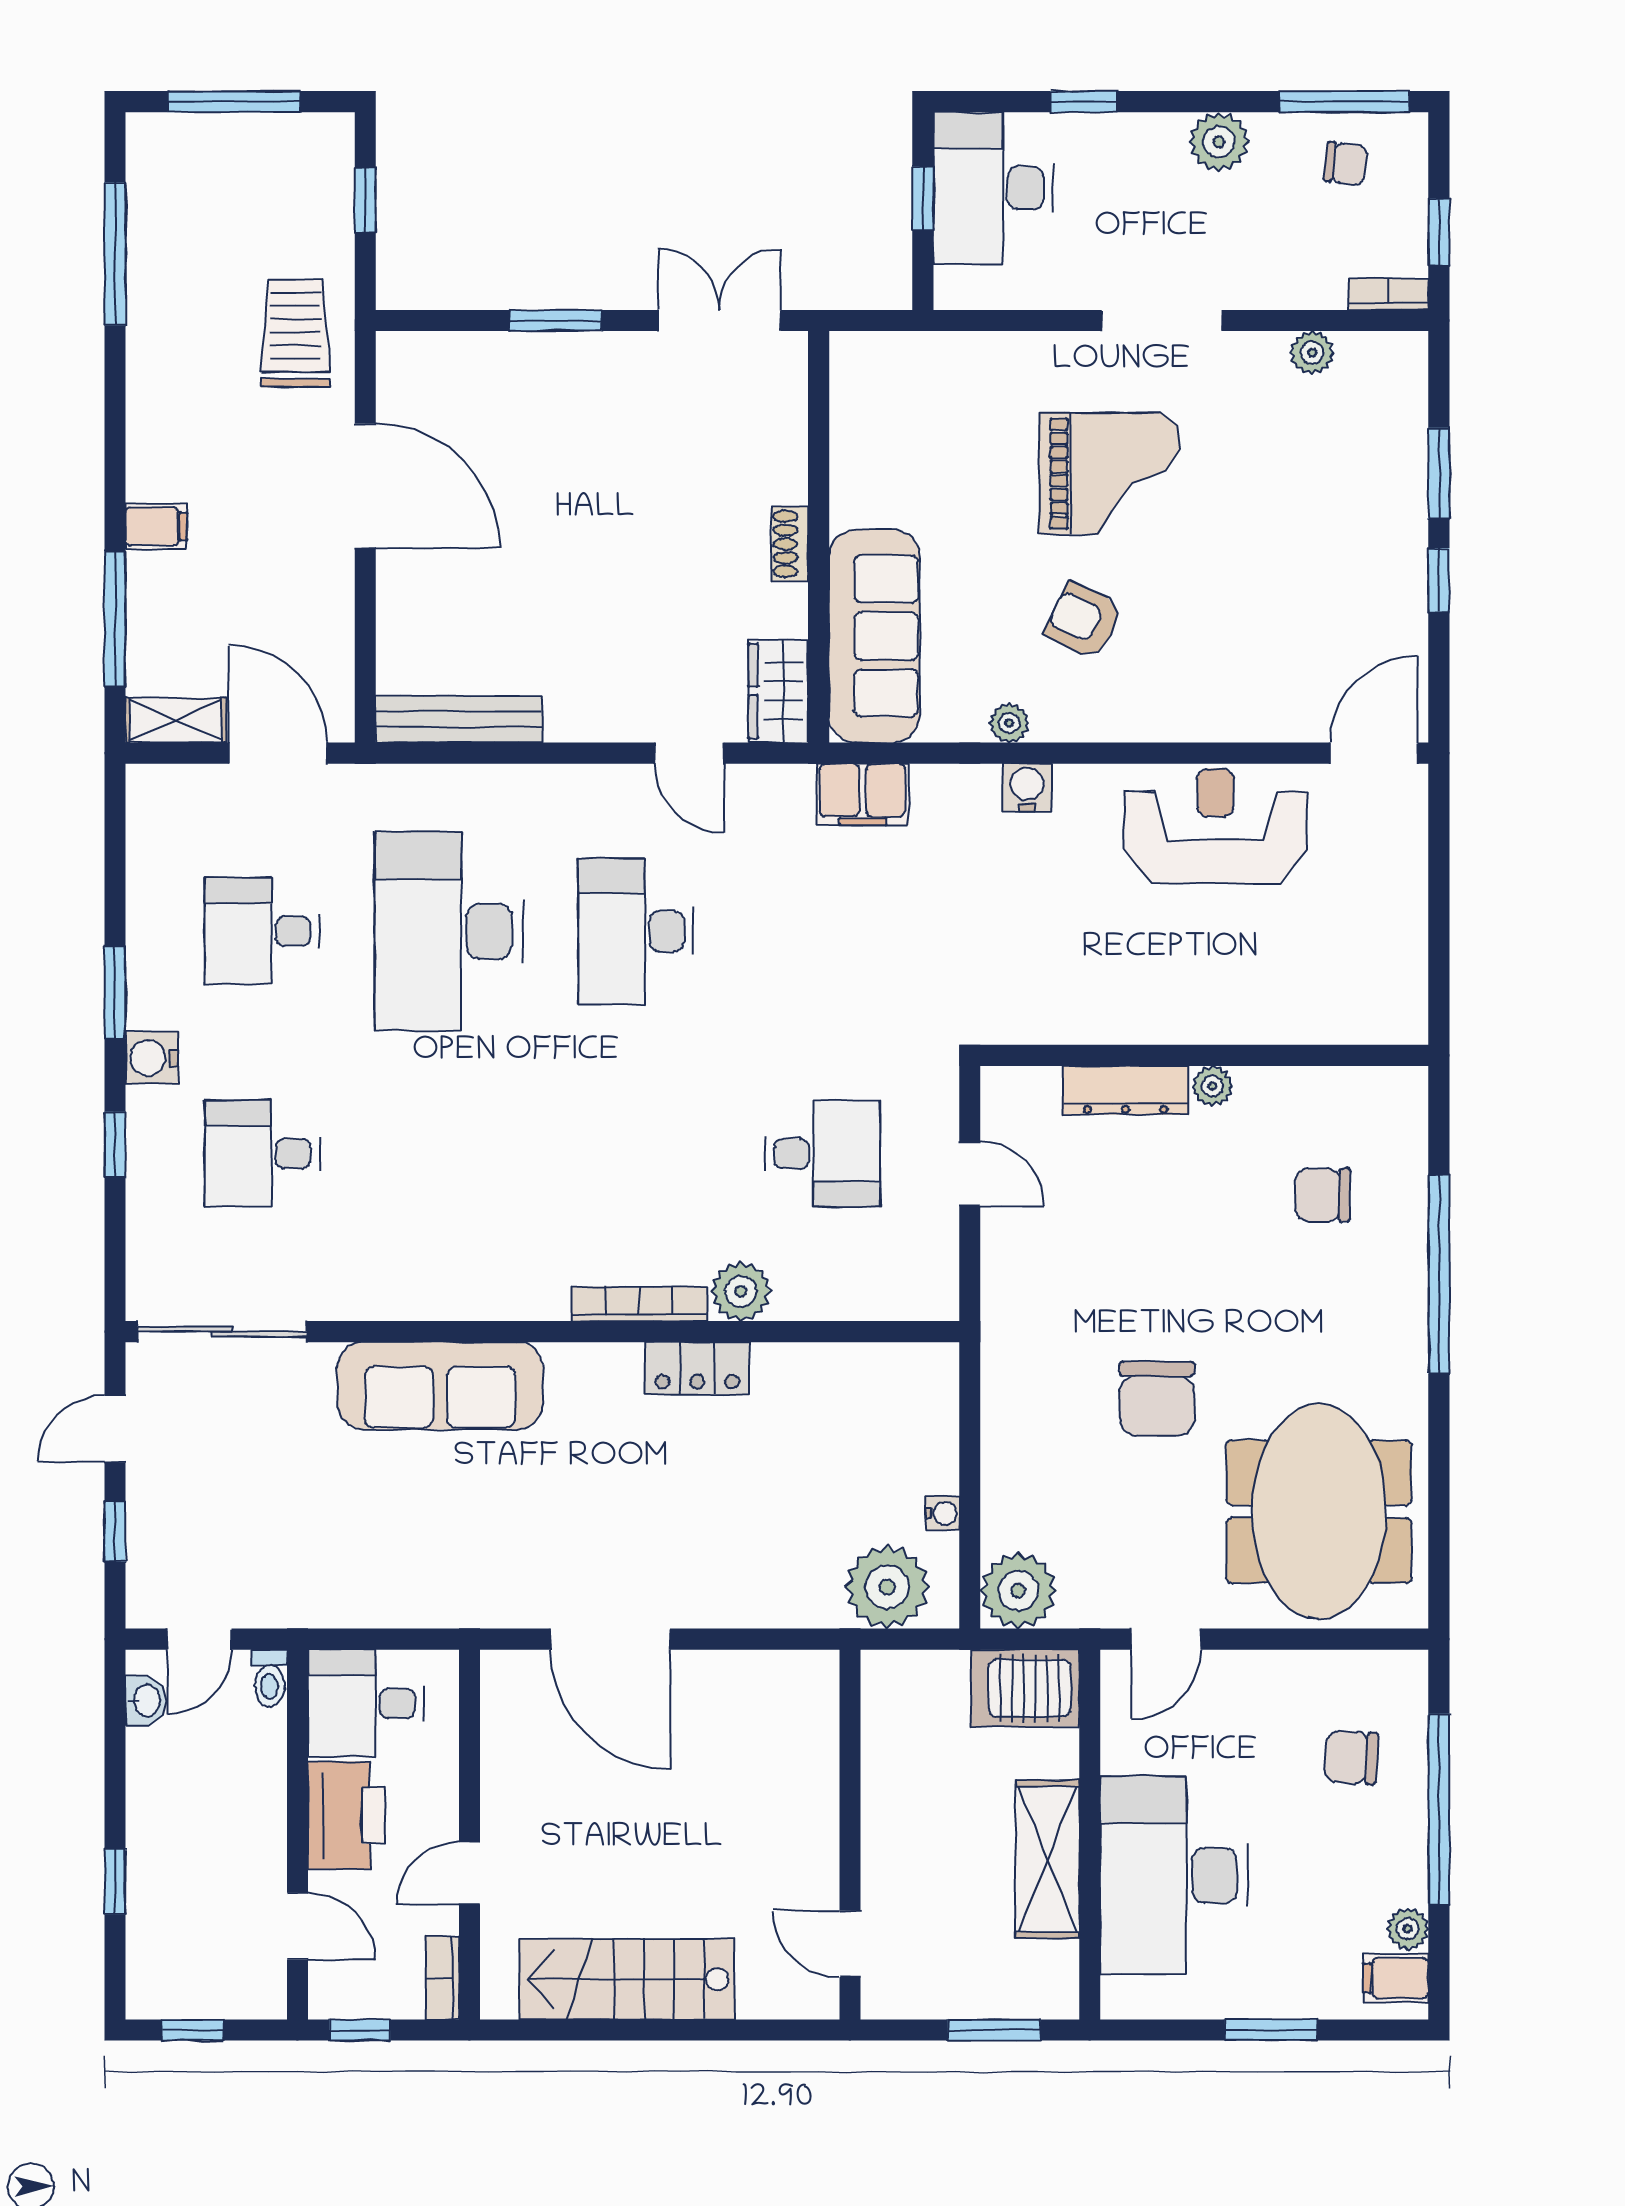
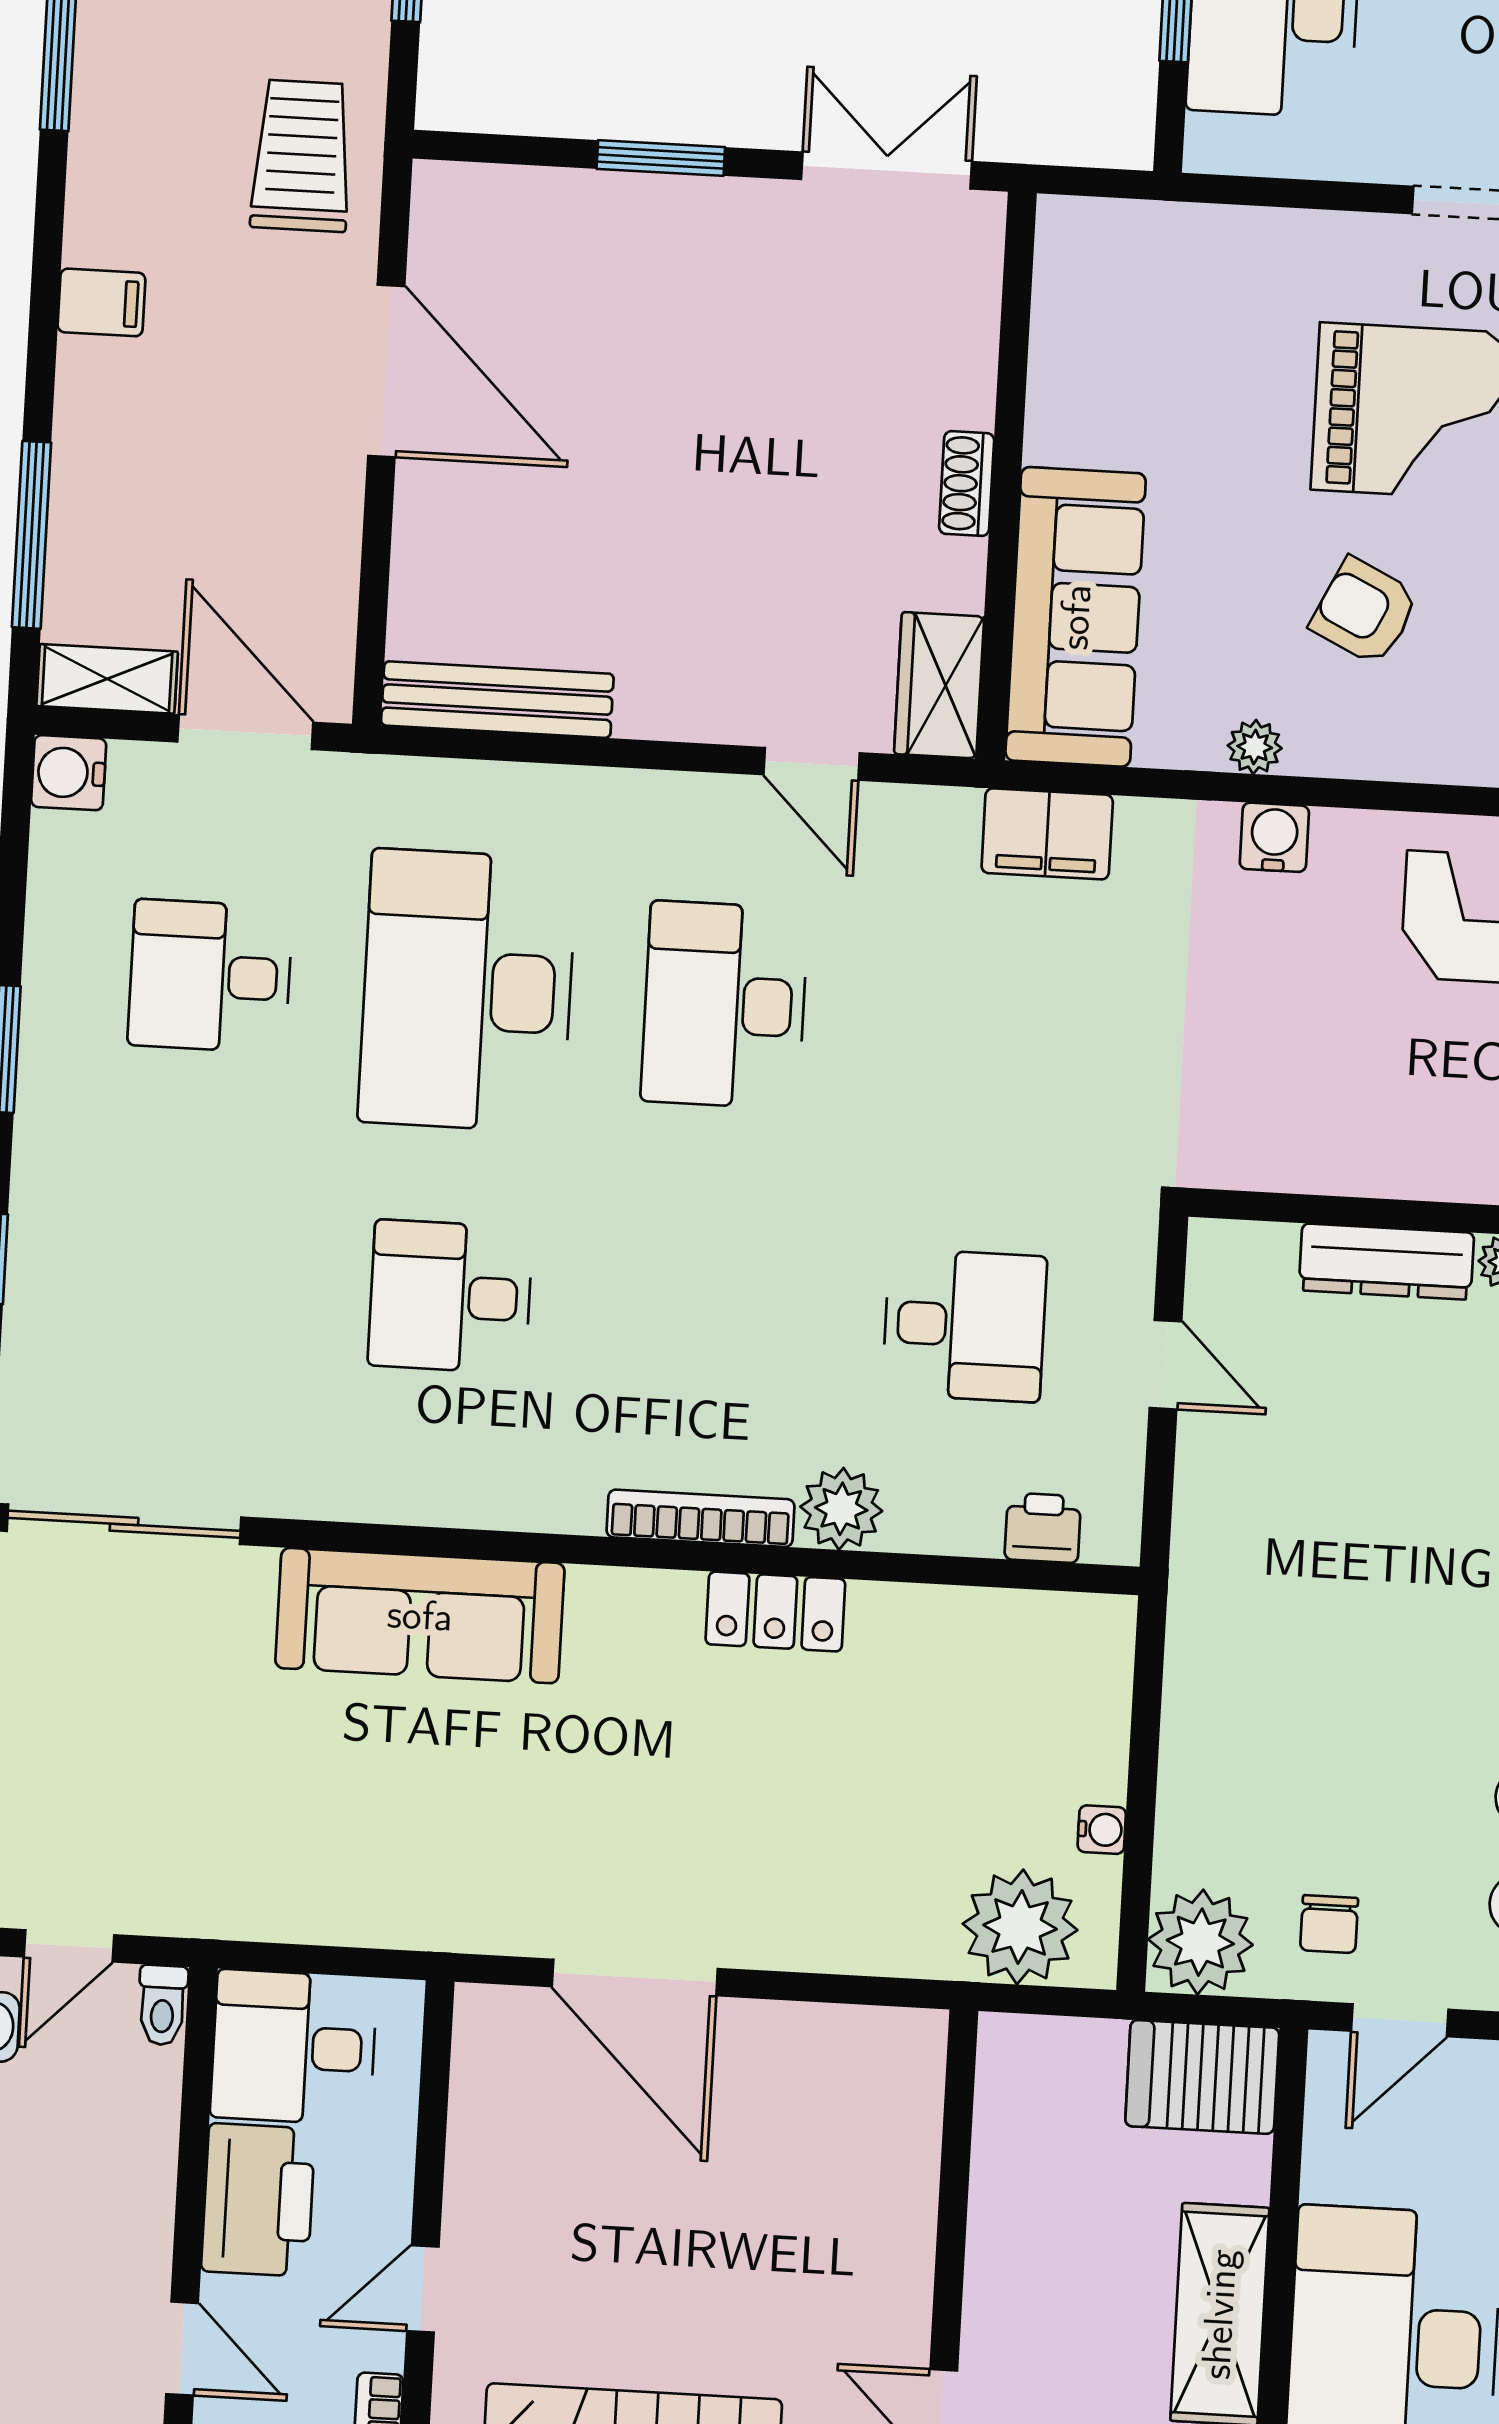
filing cabinet: (156, 526) -> (101, 302), moved
water cooler: (152, 1058) -> (69, 773), moved
desk: (262, 1154) -> (450, 1297), moved
printer: (888, 1297) -> (1043, 1528), added
chair: (1157, 1399) -> (1329, 1924), moved, width x0.54, depth x0.54

